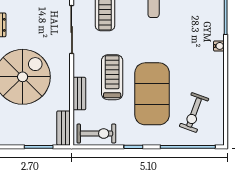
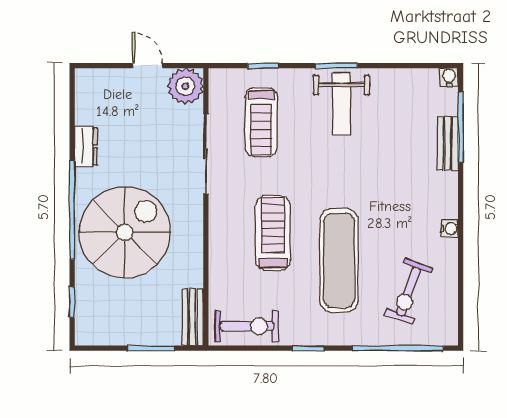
water cooler: (219, 46) -> (450, 229), moved
bench: (79, 94) -> (448, 143), moved
exercise mat: (152, 94) -> (339, 261), width x0.68

